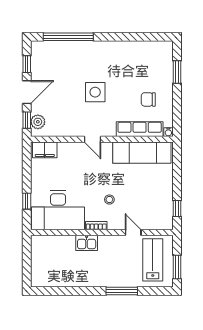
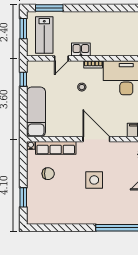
door: (93, 139) -> (96, 139), width x1.87
exam couch: (142, 153) -> (36, 112), moved, turned 90
door: (133, 233) -> (61, 58), hinge flipped
kitchen sink: (87, 243) -> (81, 49), moved
window: (122, 291) -> (49, 8), moved

